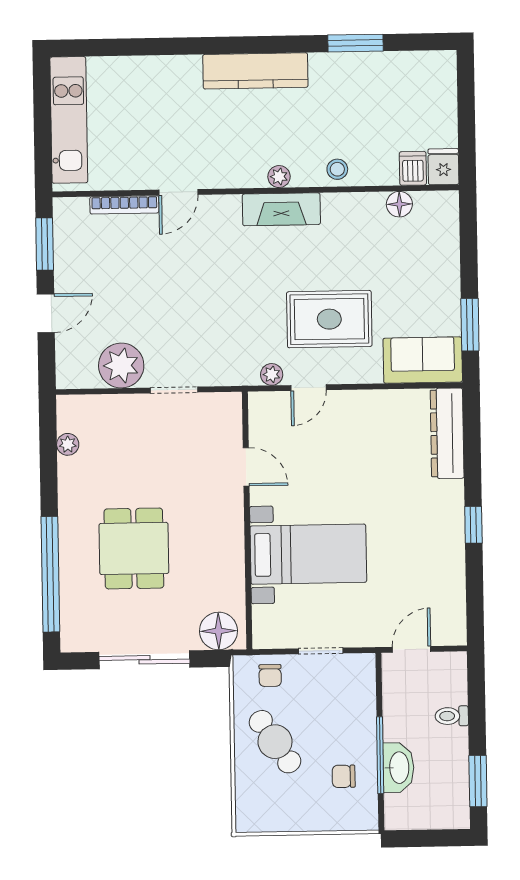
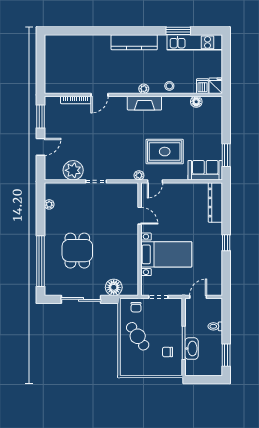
kitchen unit: (69, 120) -> (195, 42), moved, turned 90
door: (246, 467) -> (140, 216), moved
wall: (247, 520) -> (140, 239), moved
bed with nightstands: (308, 554) -> (166, 254), moved

